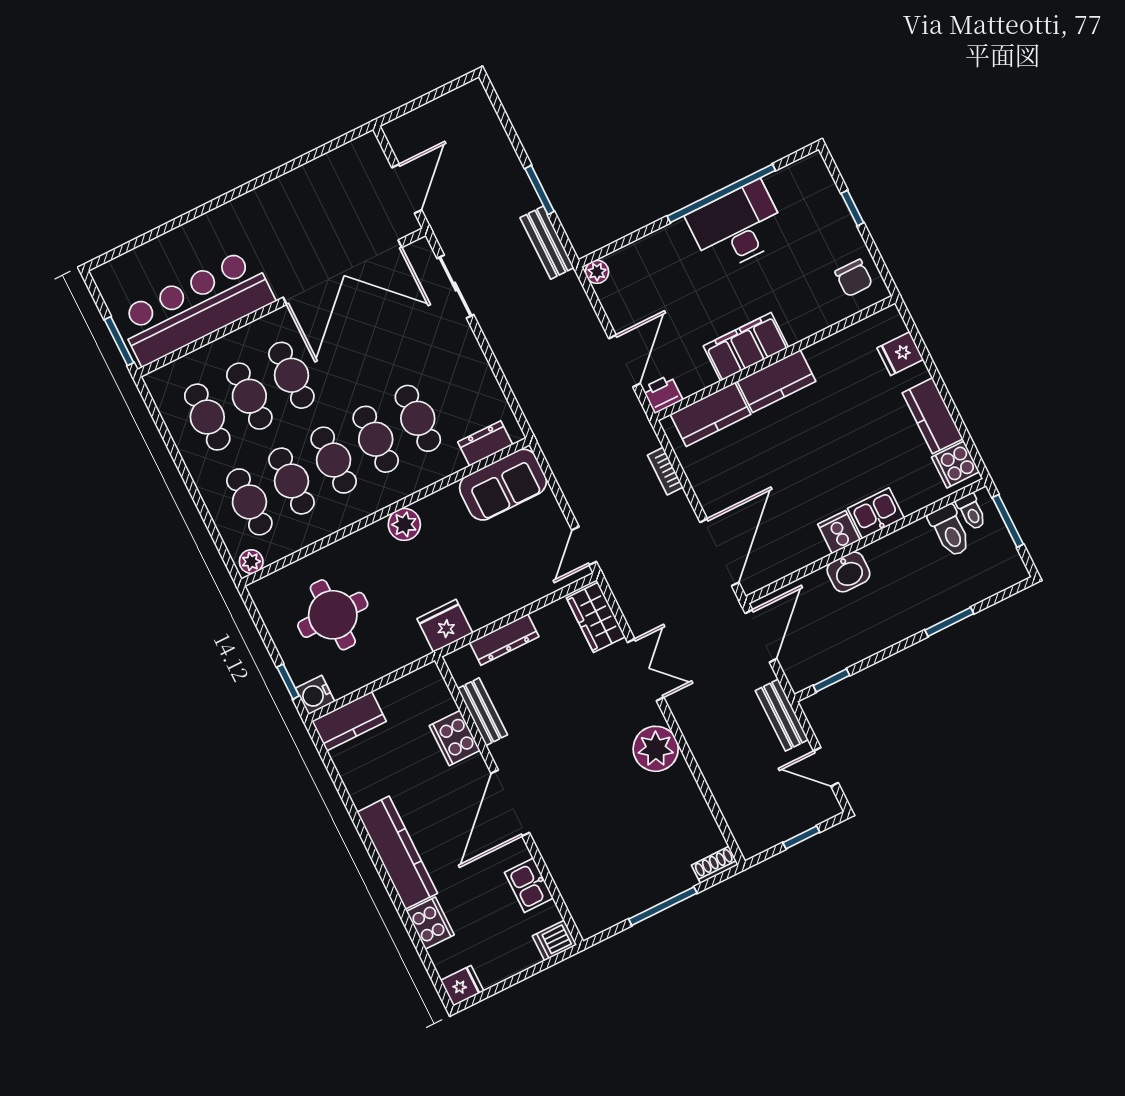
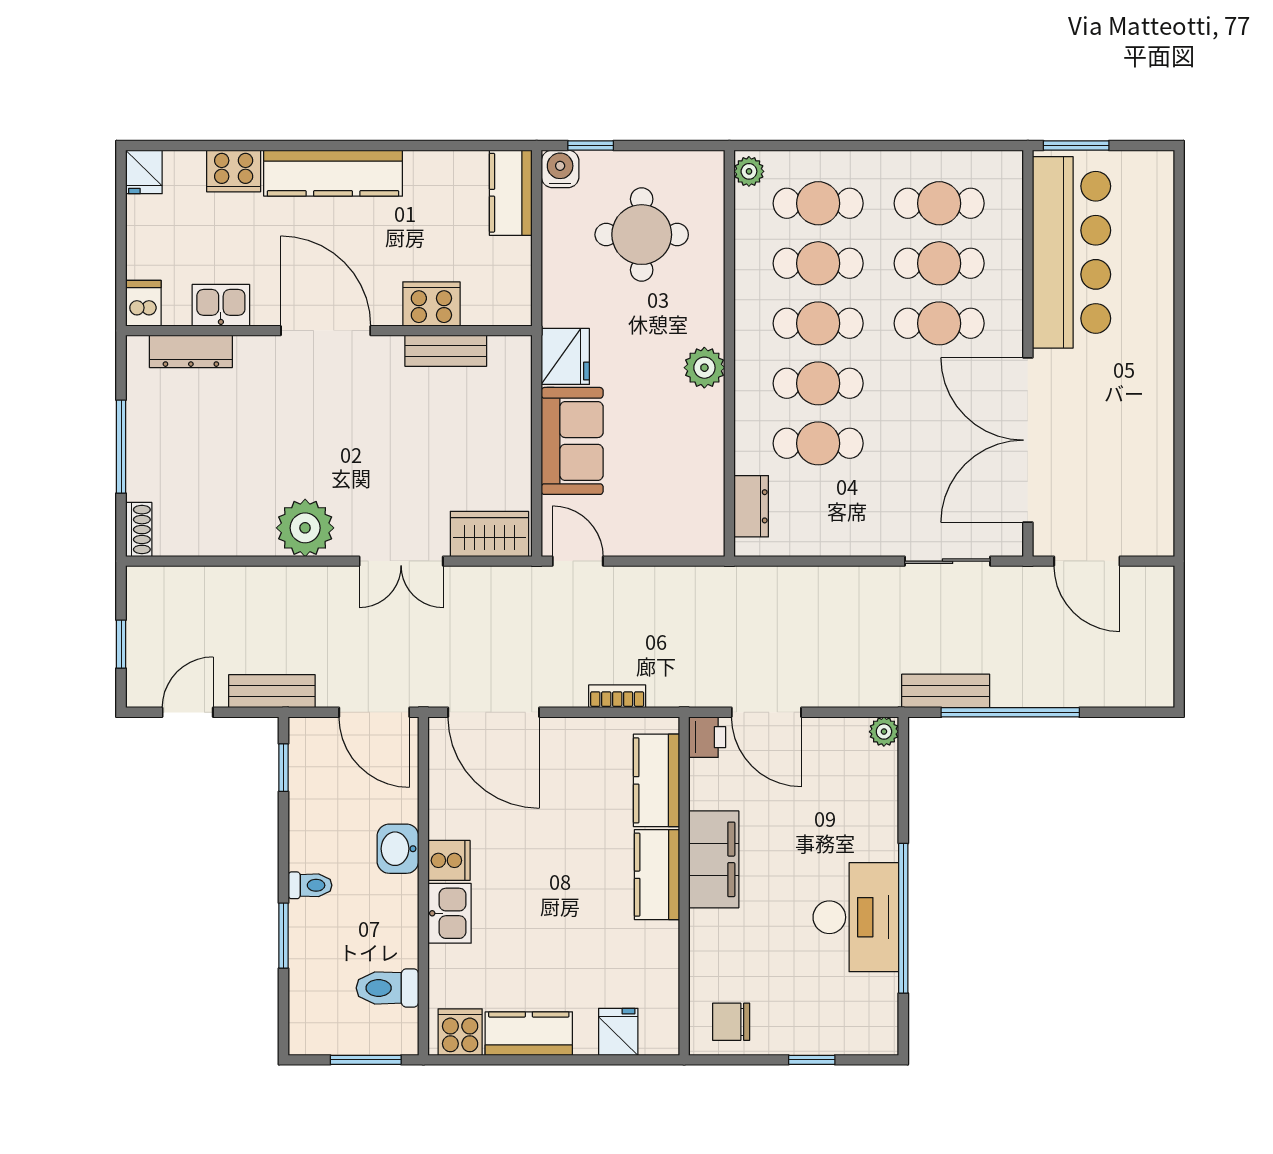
window: (540, 190) -> (1010, 712), width x2.11
sofa: (503, 485) -> (572, 441), moved, turned 180
toilet: (971, 512) -> (310, 885), moved, turned 180
dresser: (504, 640) -> (191, 351), moved, turned -90

